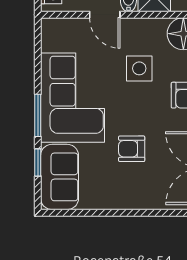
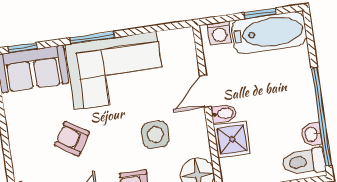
armchair: (132, 149) -> (72, 139), turned -58
window: (38, 162) -> (23, 48), moved

